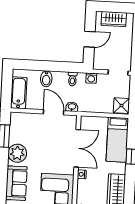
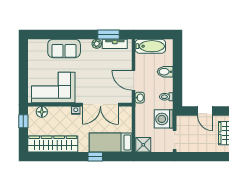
washing machine: (91, 78) -> (164, 119), width x1.89, depth x1.89
door: (54, 112) -> (134, 80), swing flipped
tv unit: (14, 130) -> (115, 44), added
plant: (17, 153) -> (97, 44), width x0.53, depth x0.53

